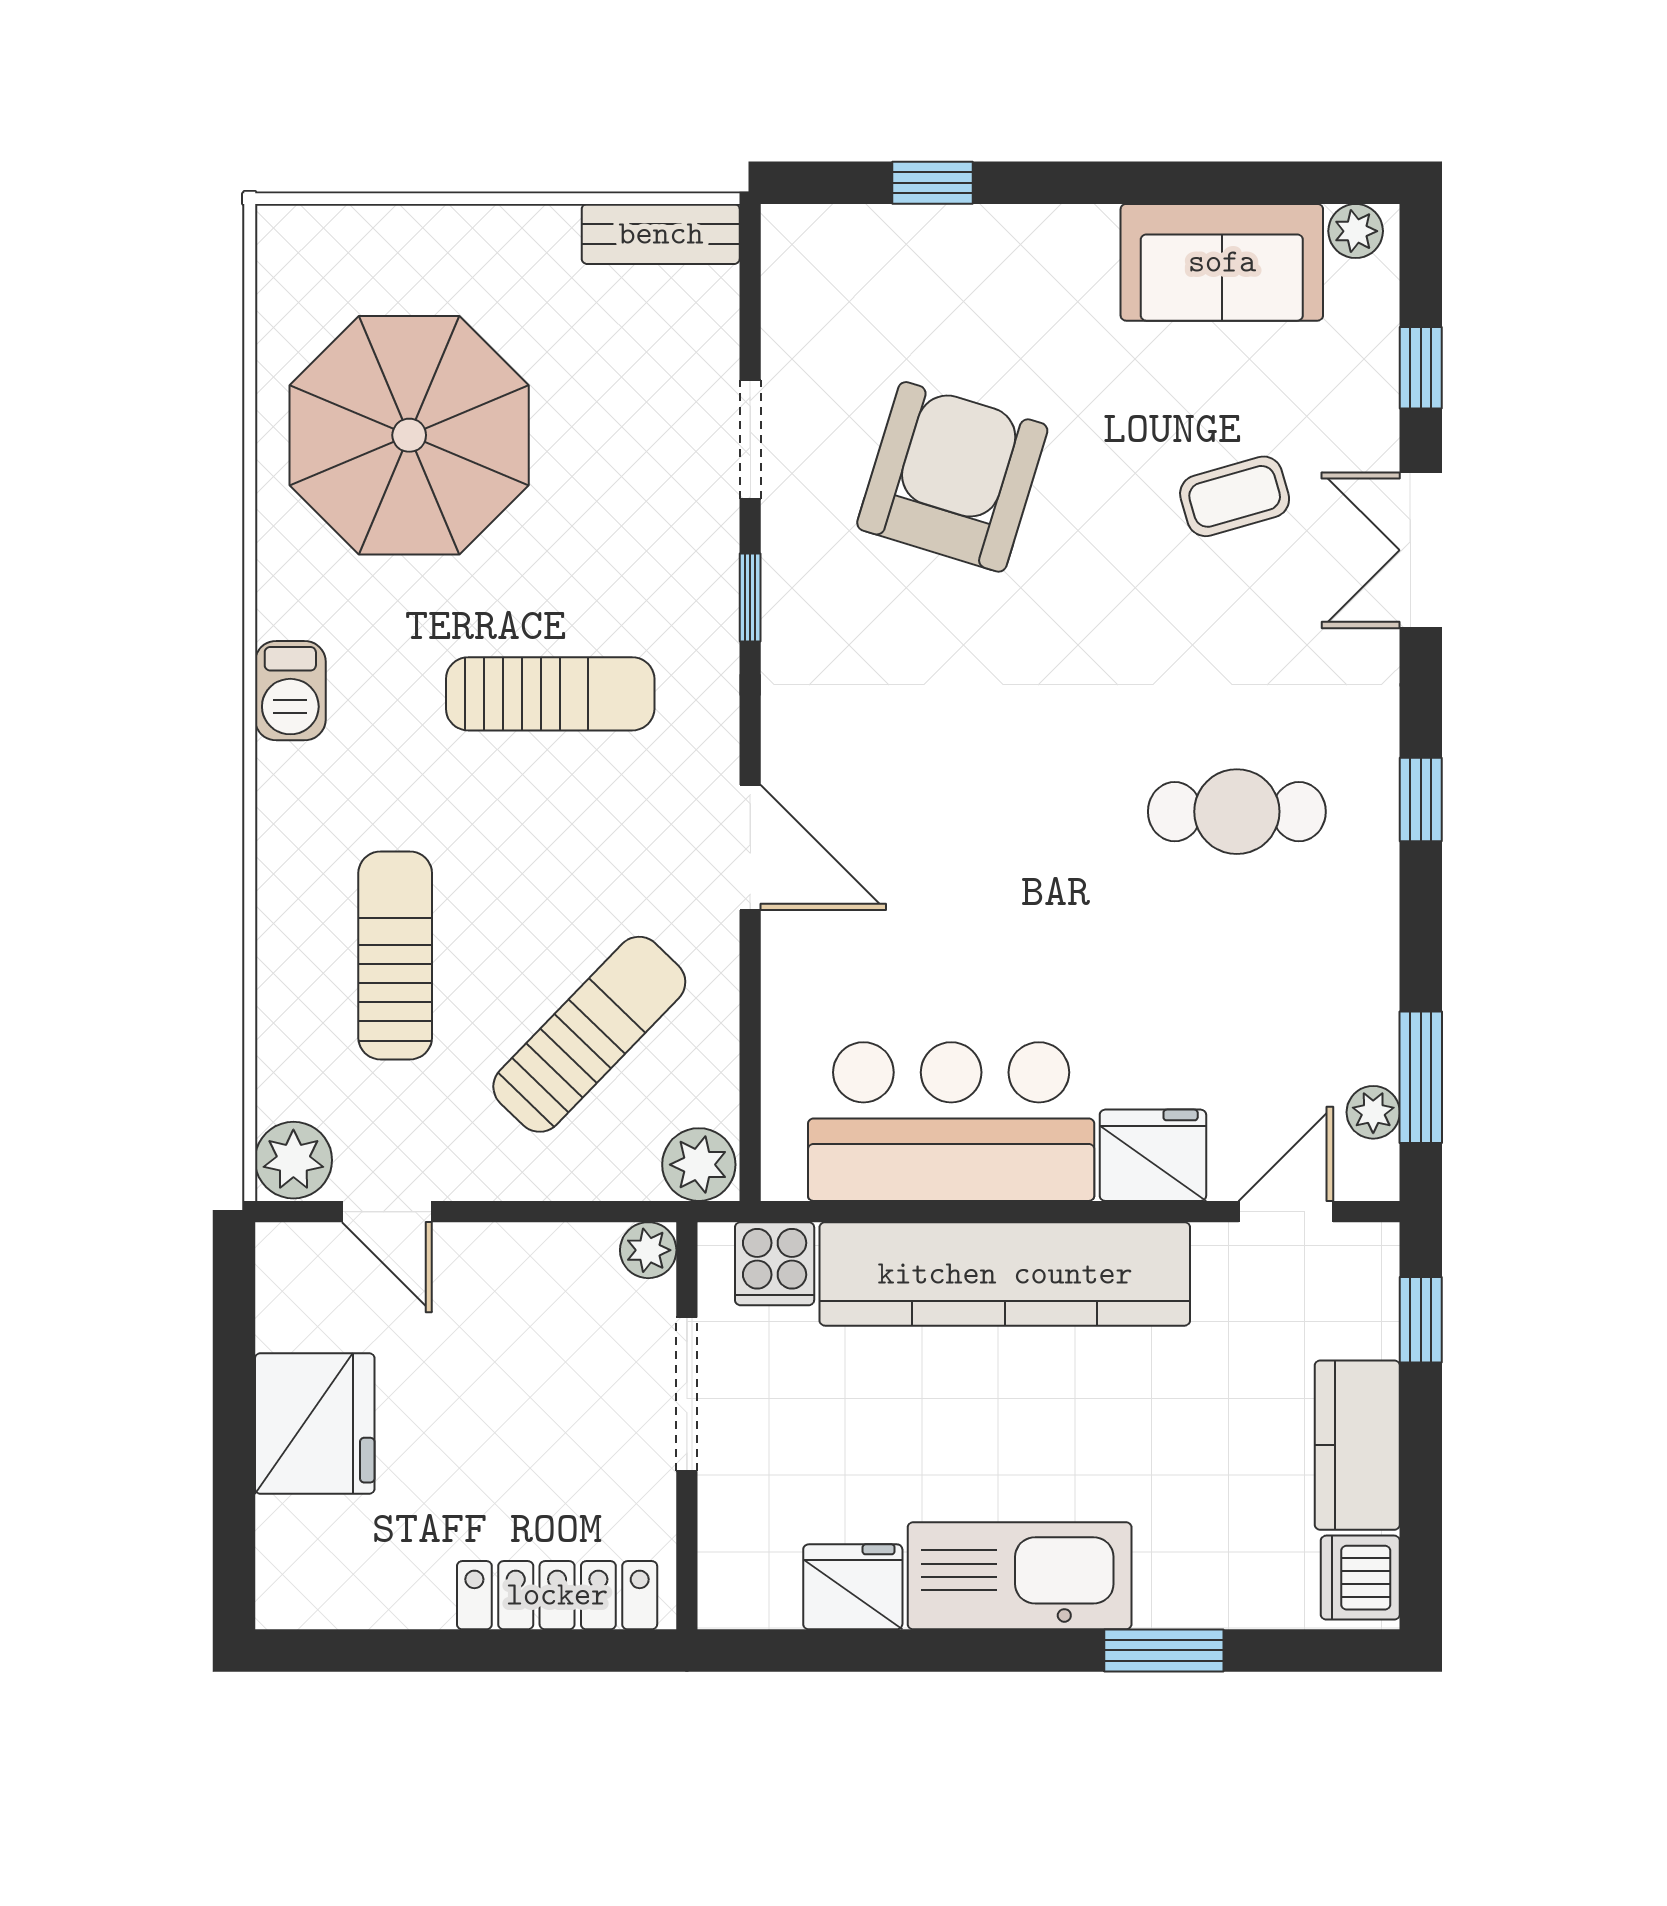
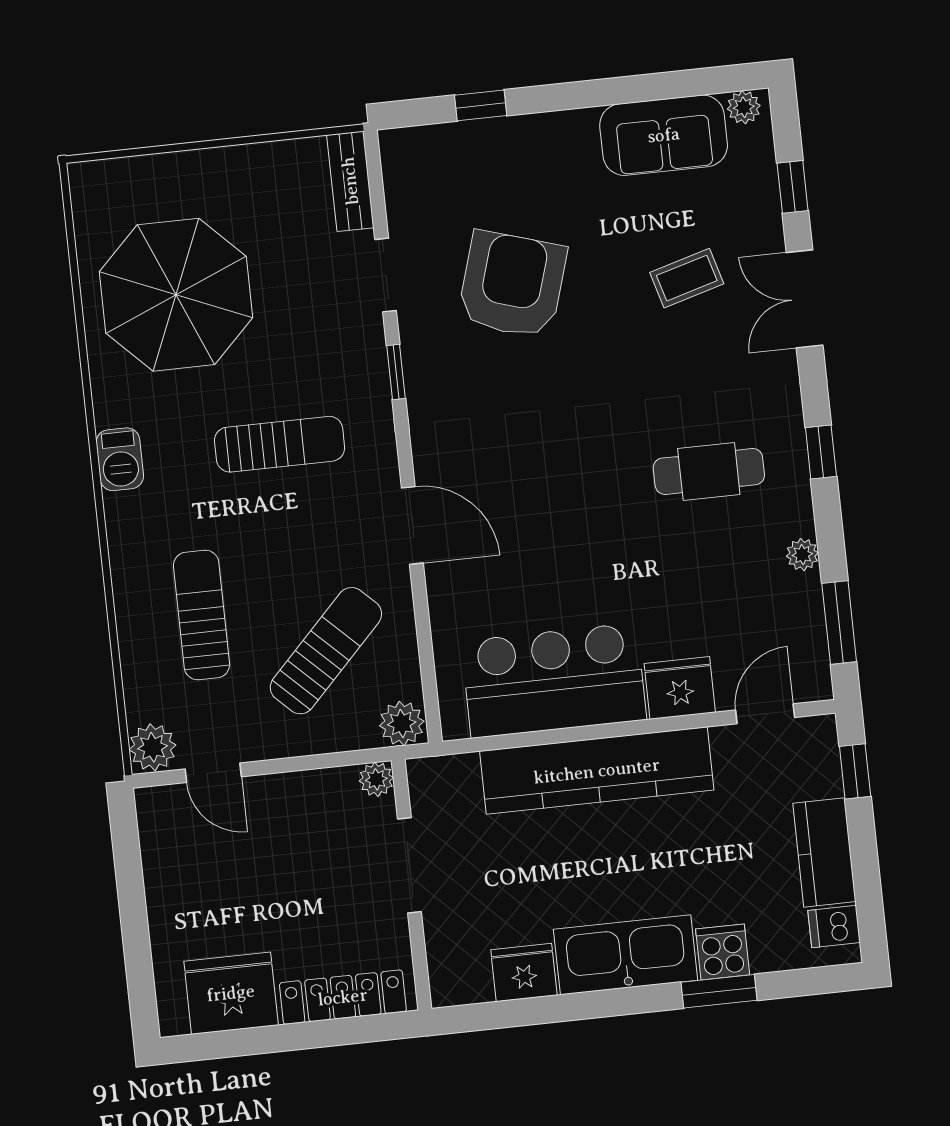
bench: (661, 234) -> (350, 181), moved, turned 90
plant: (1373, 1112) -> (802, 555), moved
cooker: (775, 1264) -> (723, 952), moved, turned 180
fridge: (315, 1423) -> (231, 993), moved, turned -90
dishwasher: (1360, 1578) -> (834, 927), width x0.73

